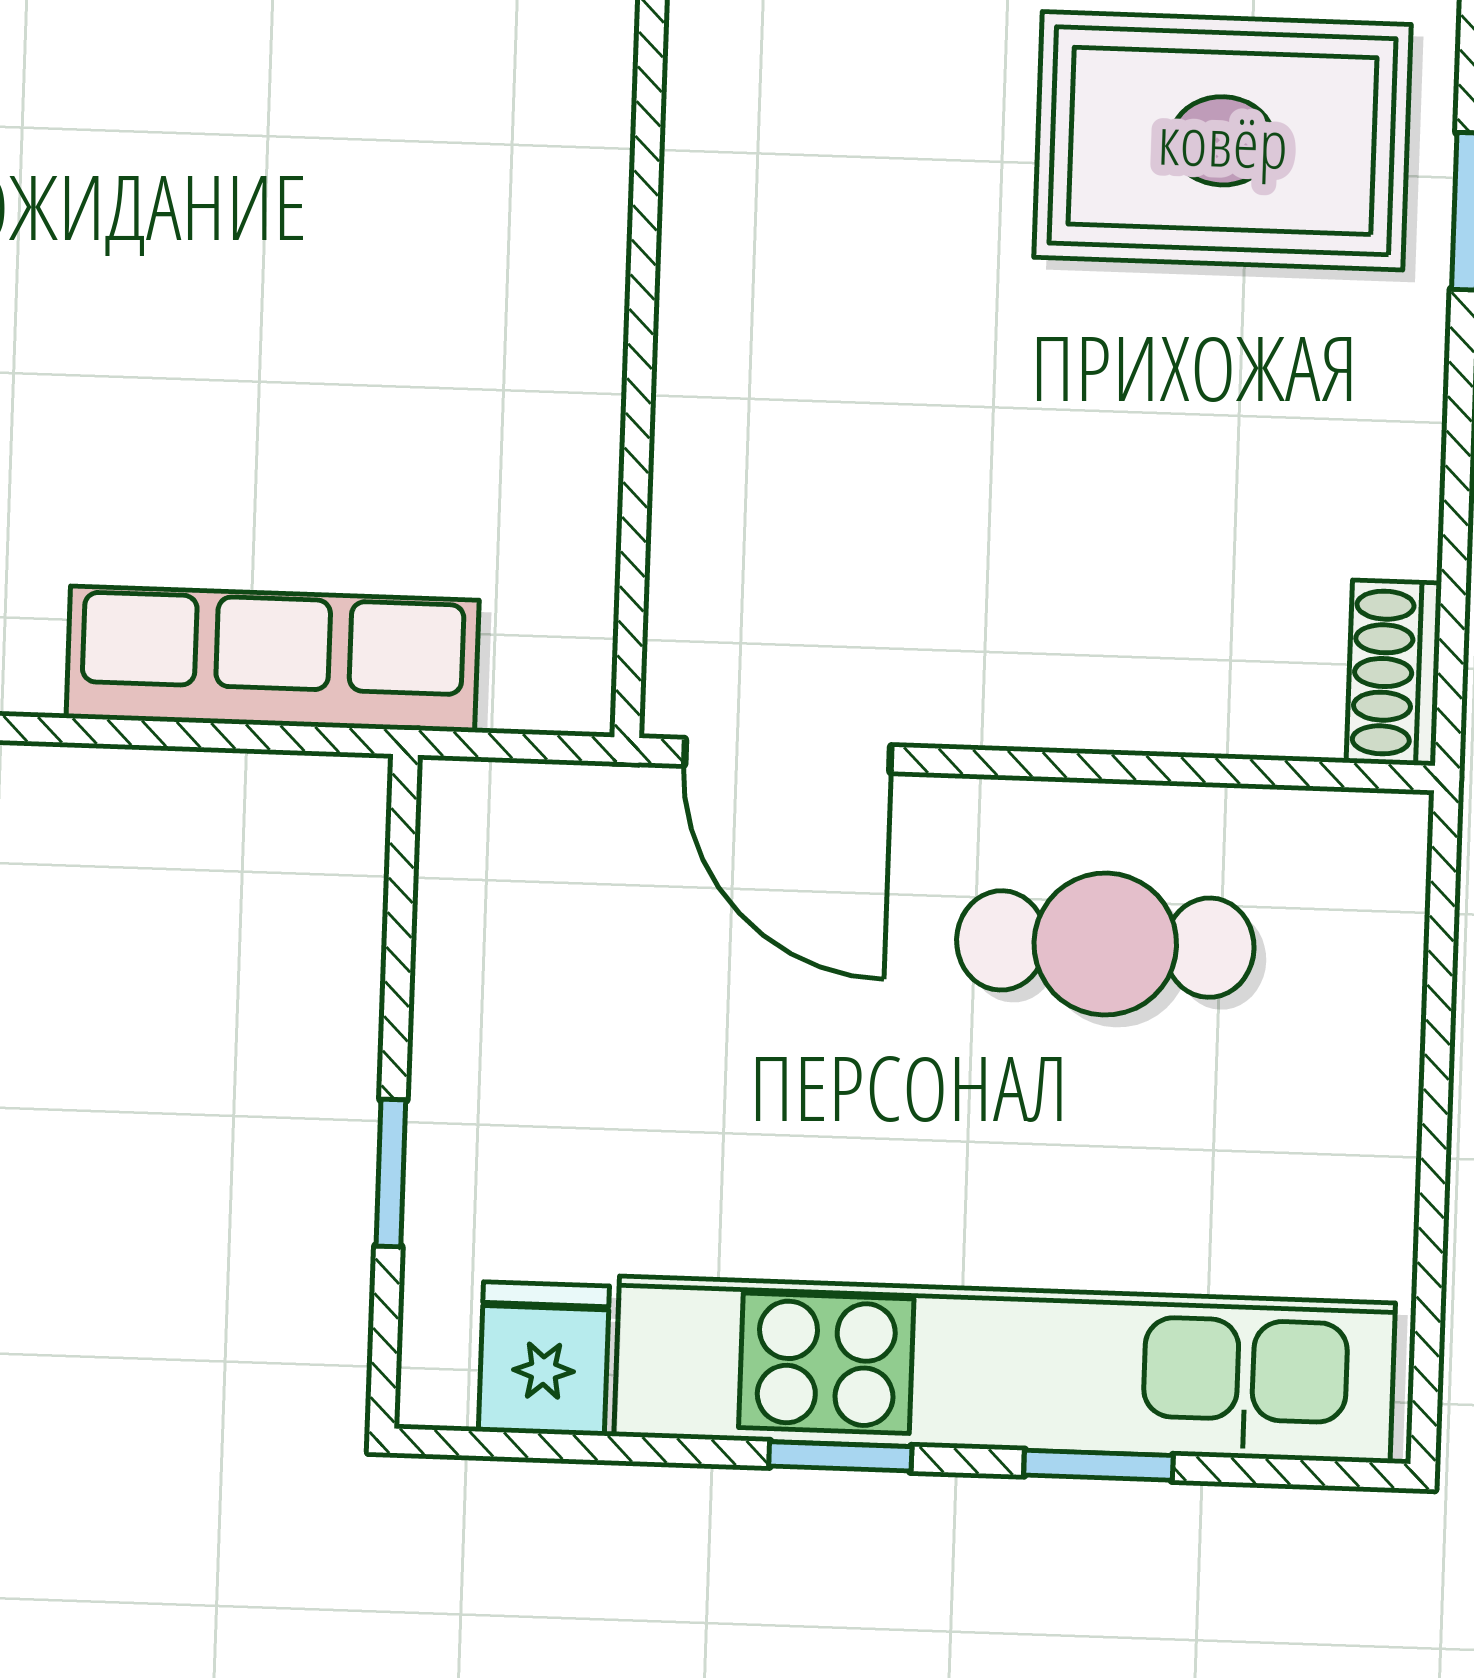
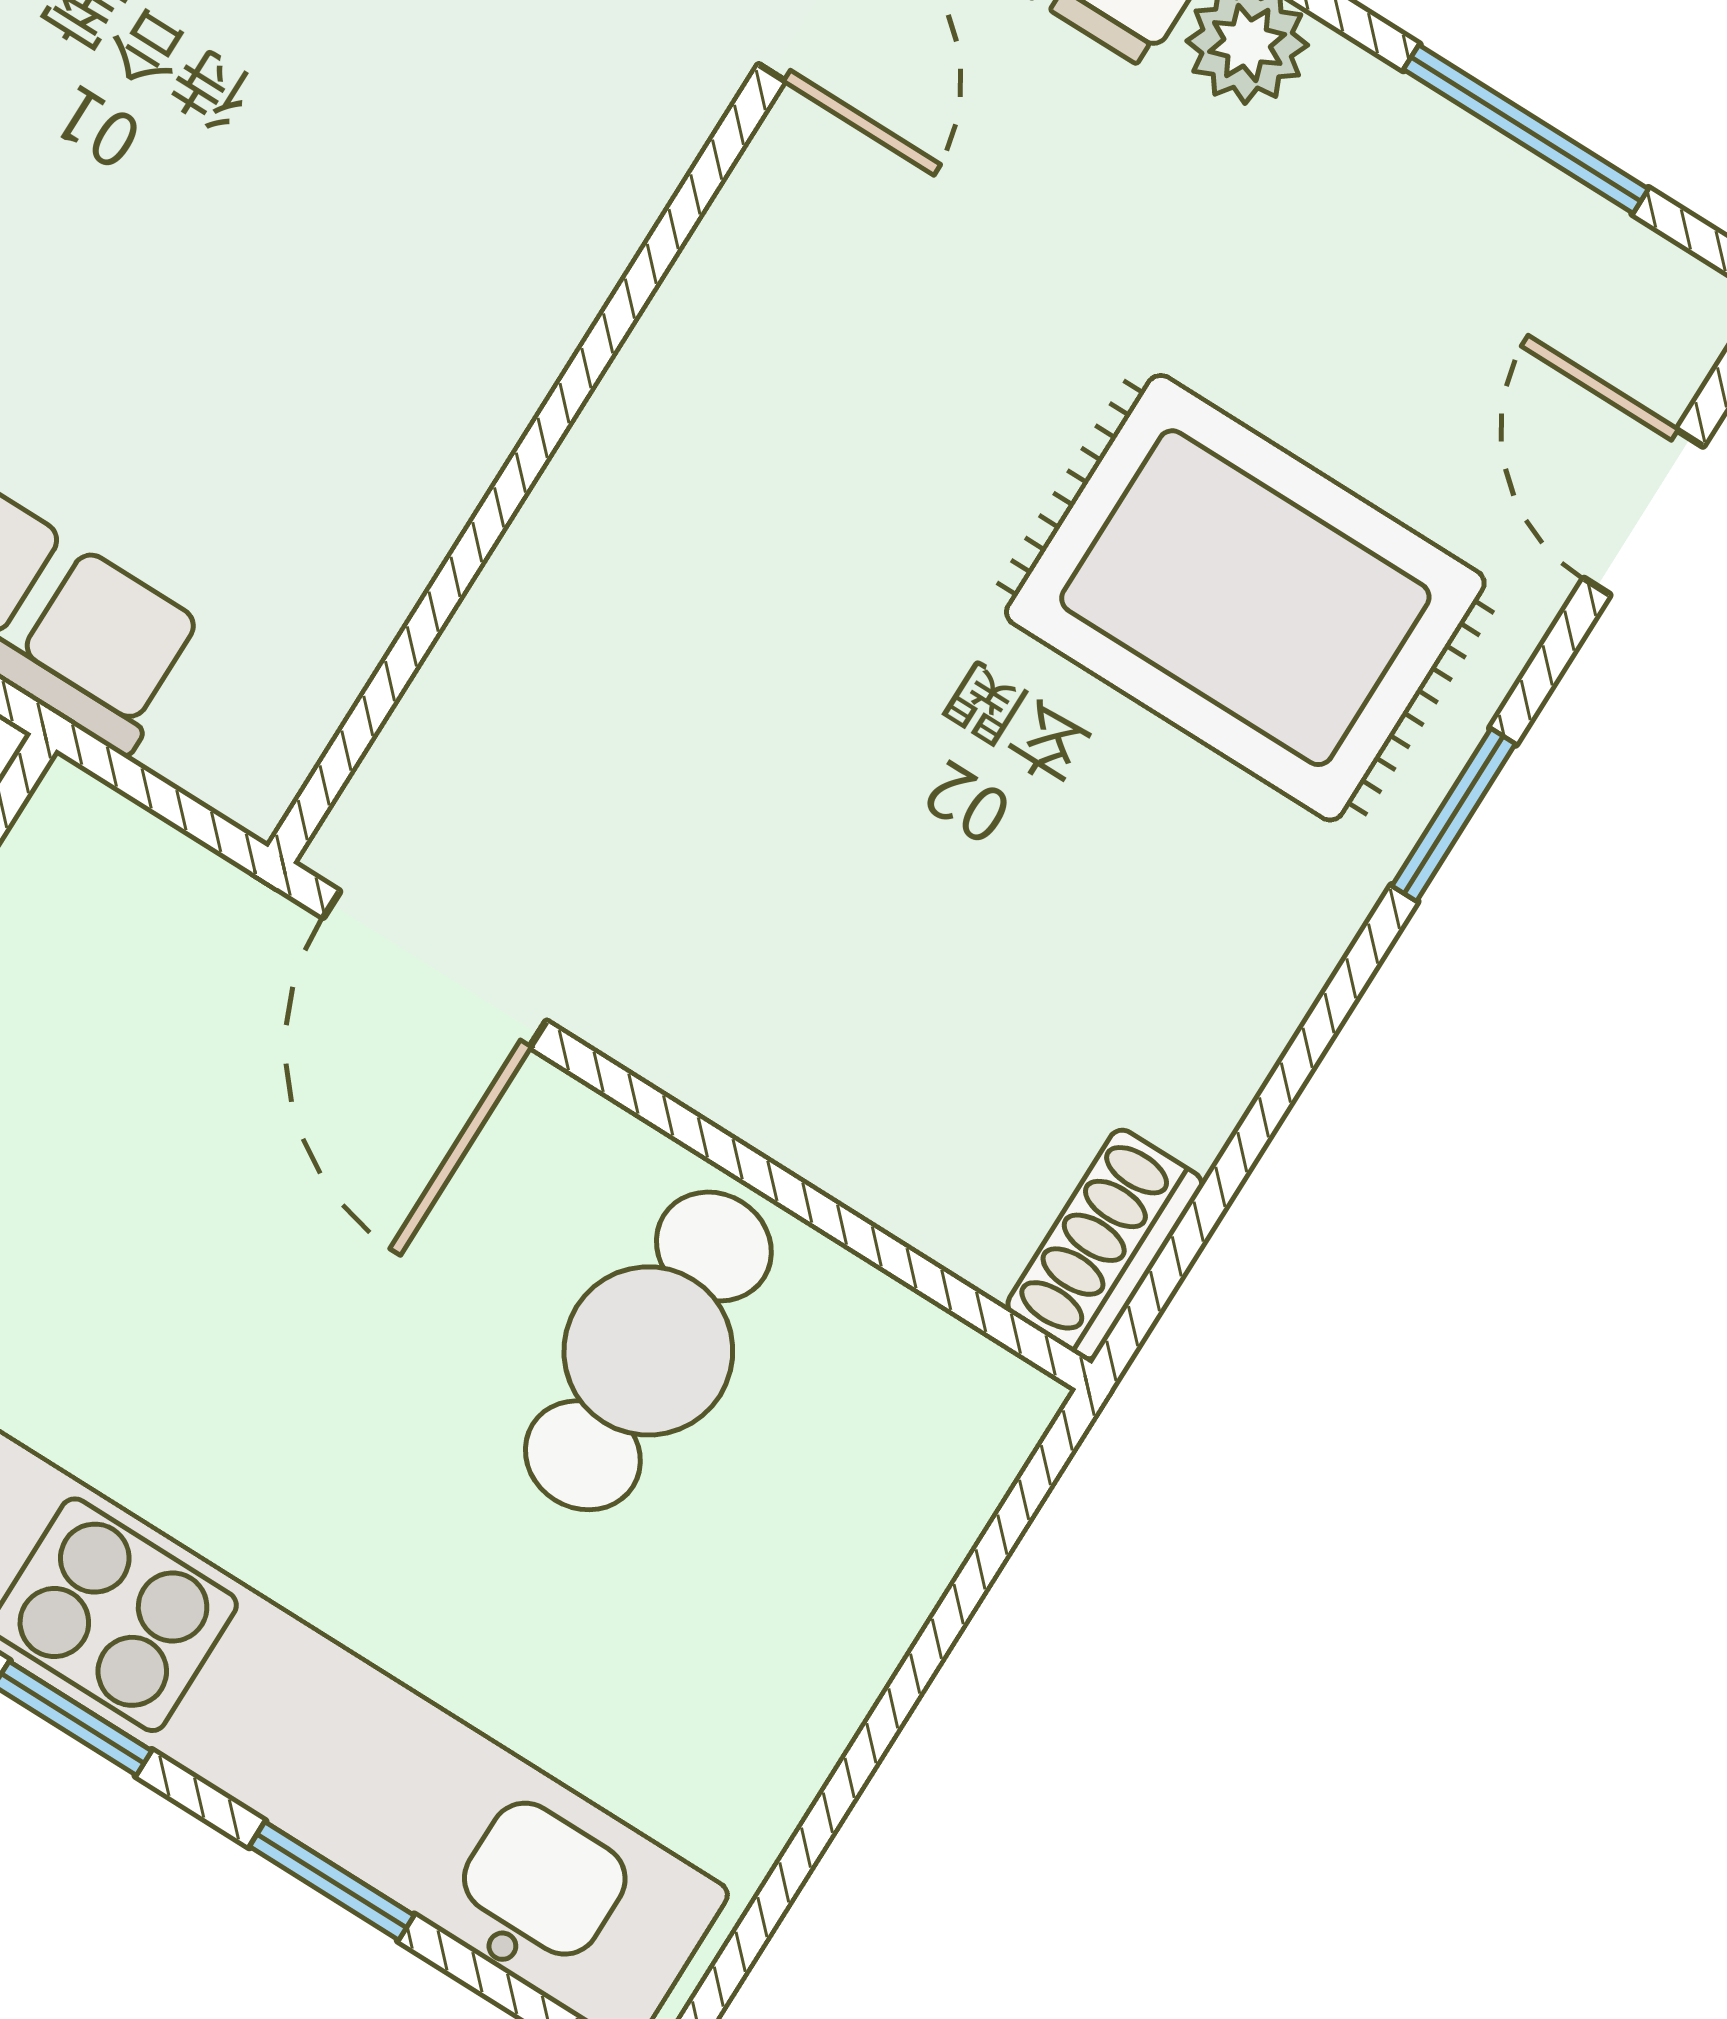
cafe table: (1105, 944) -> (648, 1351), turned 90

